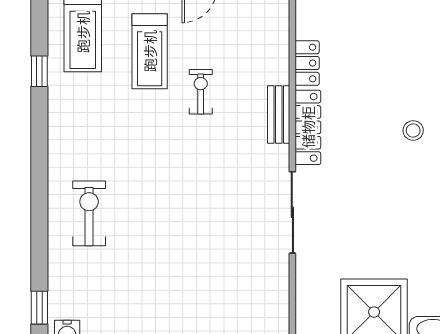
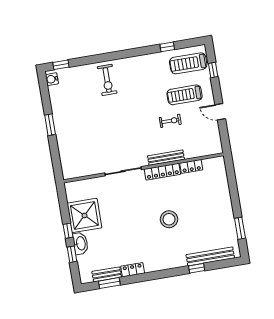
bench: (279, 115) -> (166, 158), width x1.36
stool: (413, 131) -> (169, 219), width x1.89, depth x1.89
exercise bike: (89, 213) -> (107, 80), turned 90

